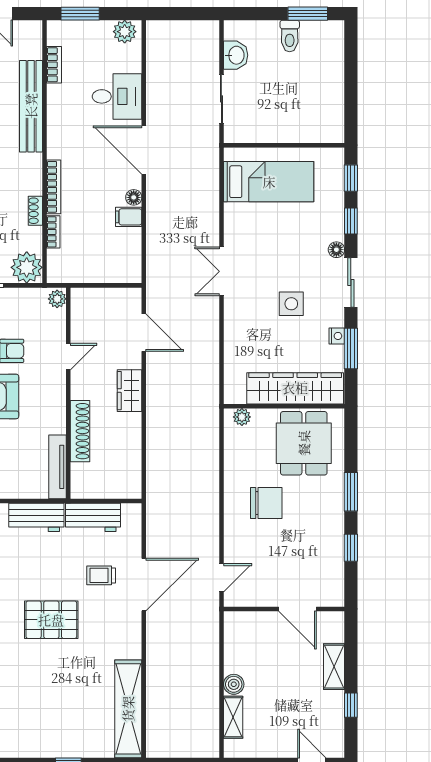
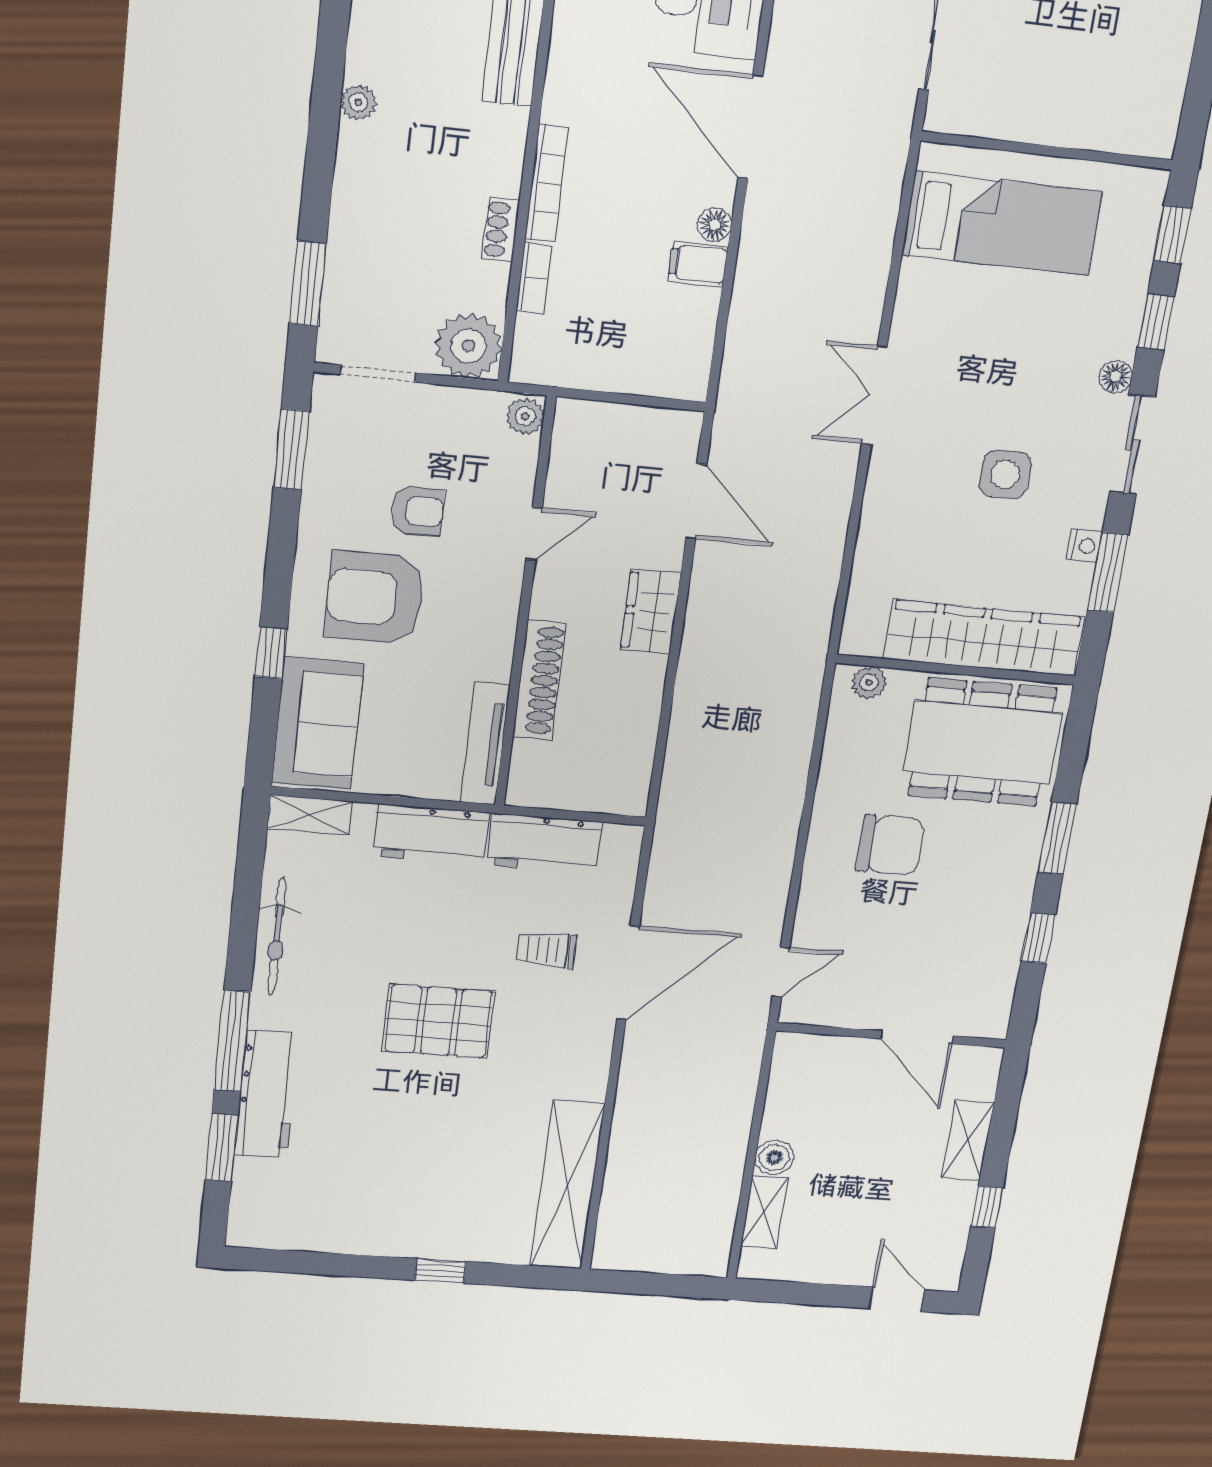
dining table: (304, 443) -> (982, 742), width x1.37

